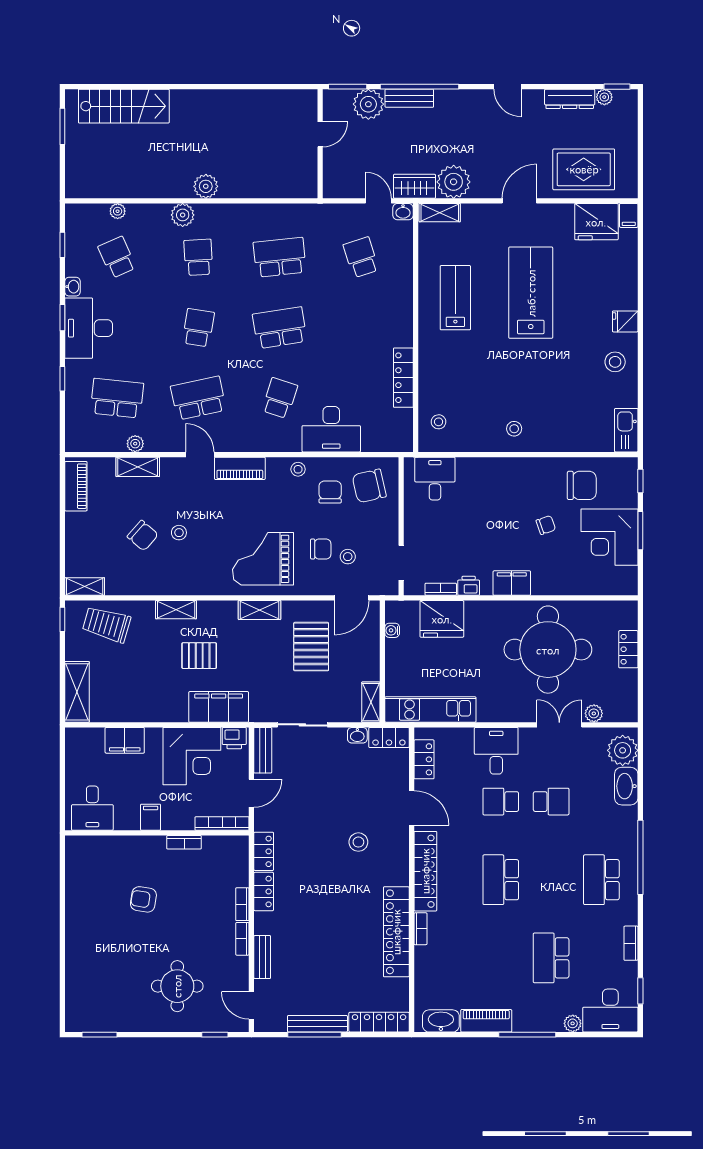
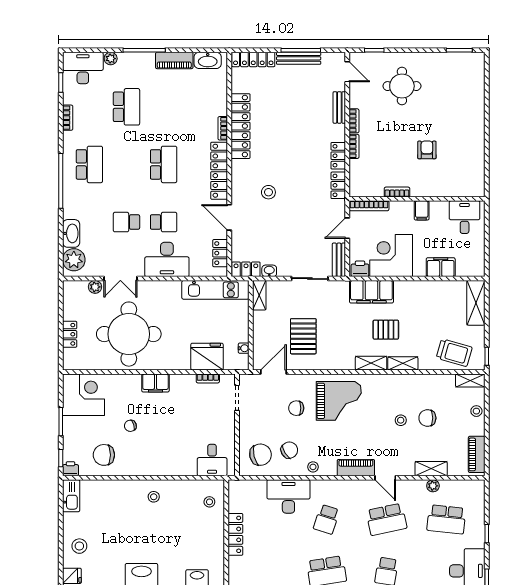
chair: (330, 492) -> (289, 450), turned -121
chair: (143, 536) -> (427, 418), turned -41
corner desk: (610, 537) -> (83, 395), moved
stool: (348, 557) -> (476, 411), moved
printer: (469, 586) -> (70, 469), moved, turned 180
shelving: (260, 610) -> (371, 363), moved
desk: (496, 751) -> (167, 259), width x1.37
armchair: (143, 899) -> (427, 150), turned -99

